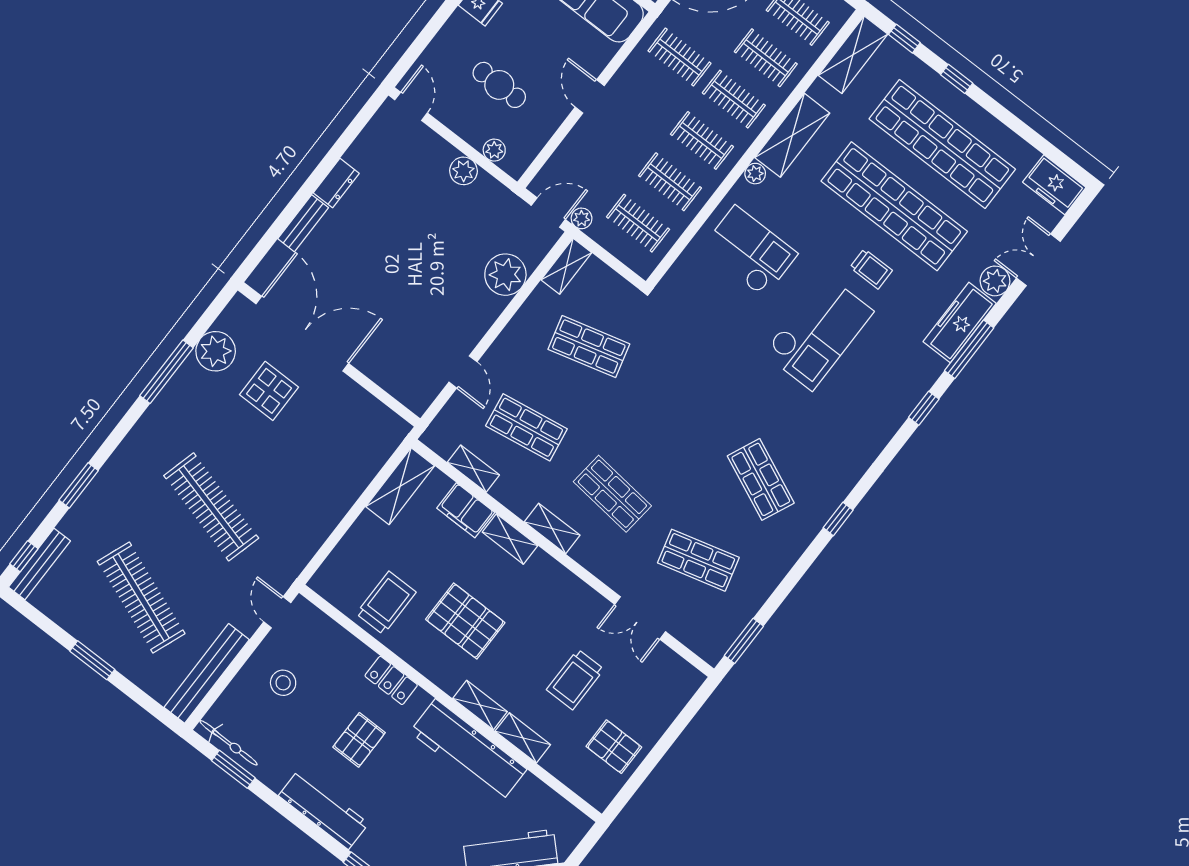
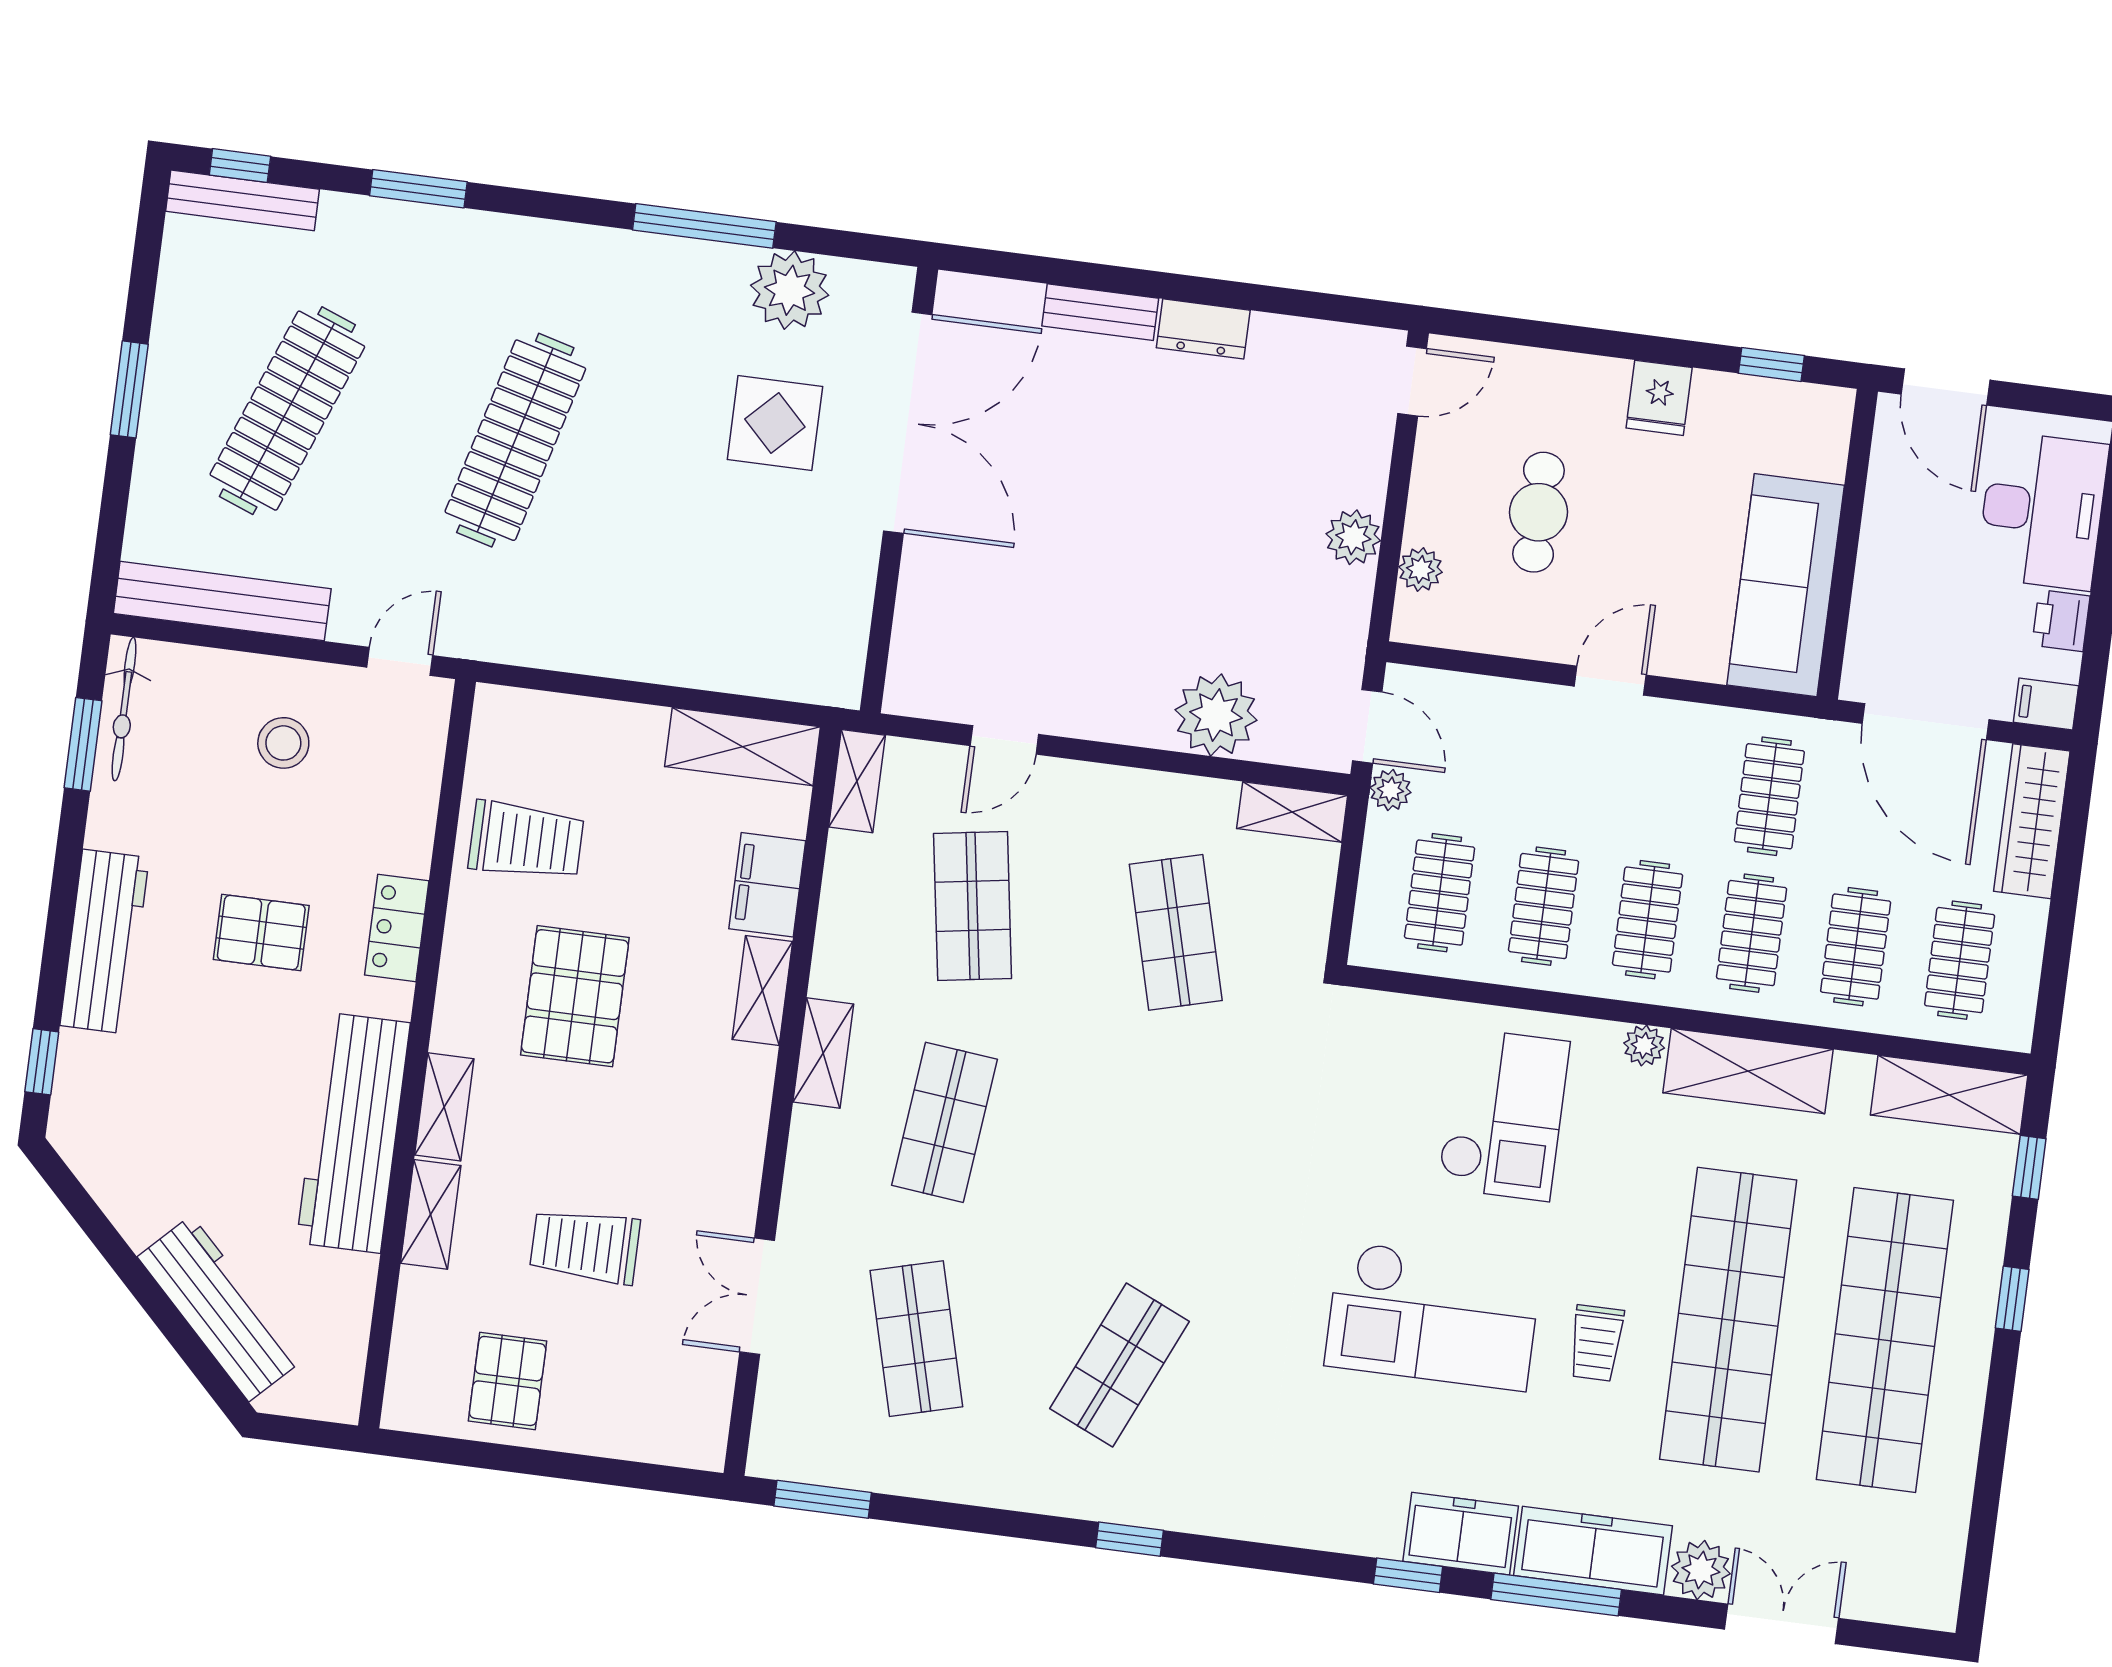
freezer: (1054, 185) -> (1461, 1534), moved, turned 90
shelving: (473, 469) -> (857, 781), moved

